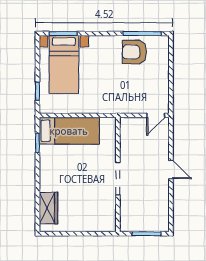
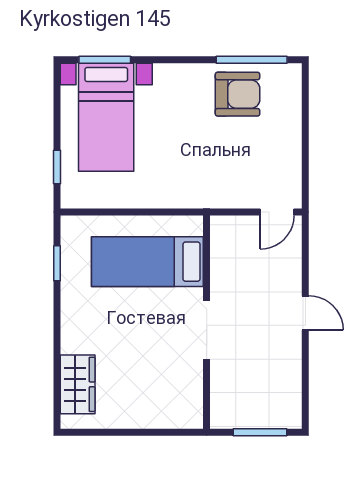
armchair: (134, 52) -> (238, 94), turned 180
bed: (69, 131) -> (147, 262), moved, turned 180

